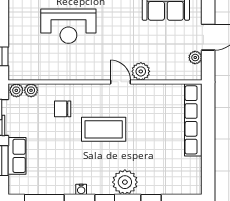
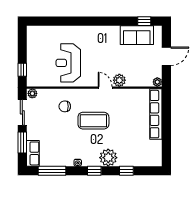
reception desk: (68, 26) -> (68, 63), moved, turned 90
plant: (195, 58) -> (157, 82), moved
plant: (31, 90) -> (43, 93), removed
row of seats: (17, 156) -> (33, 153), moved

